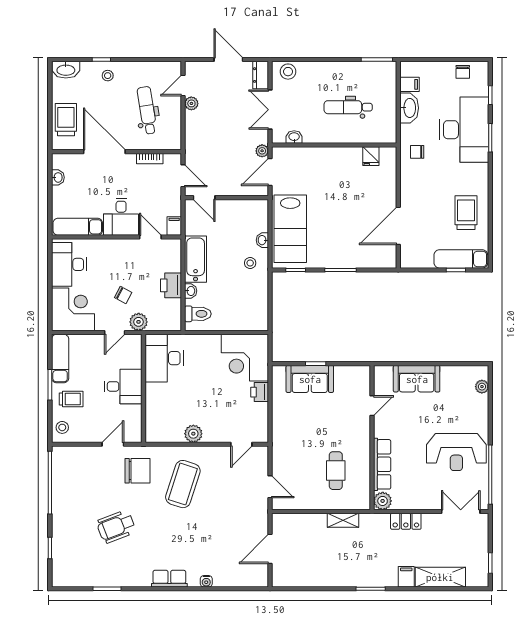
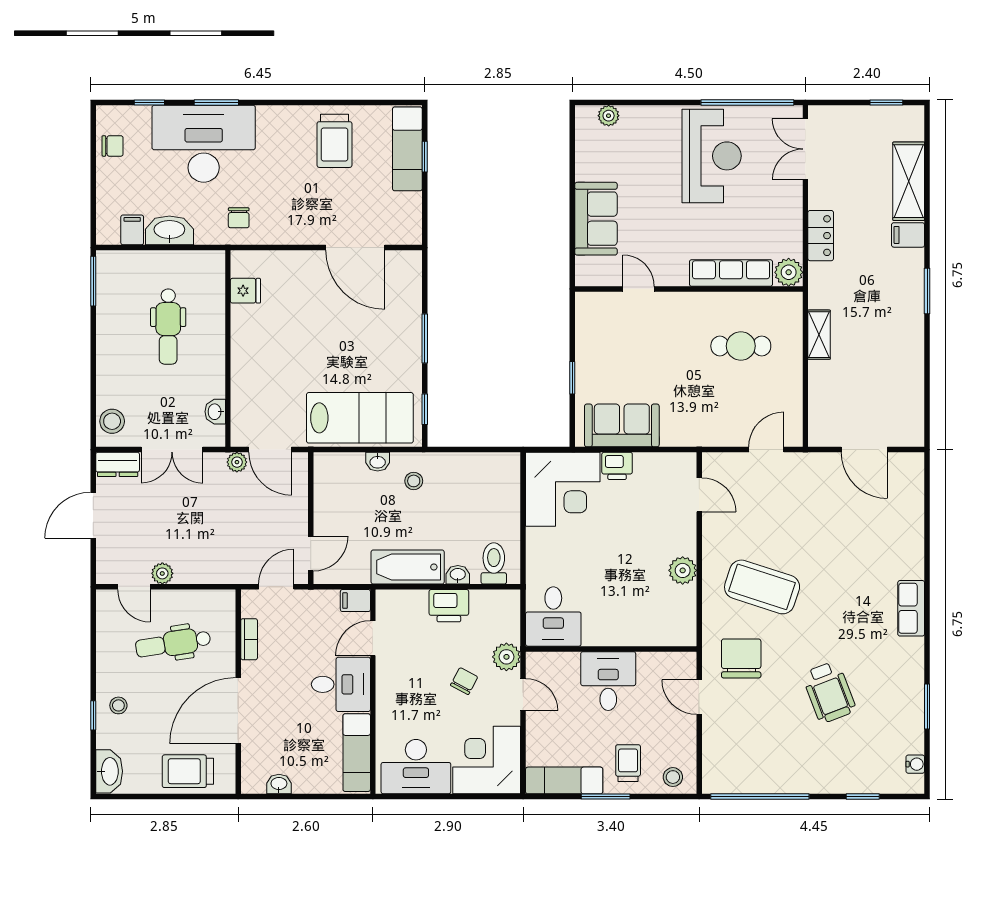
trolley: (466, 213) -> (334, 141), turned -90
desk: (164, 358) -> (553, 617), width x0.73
sofa: (310, 379) -> (622, 425), moved, turned -90
water cooler: (206, 581) -> (915, 764), moved

